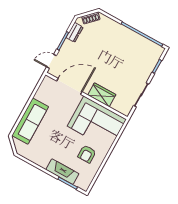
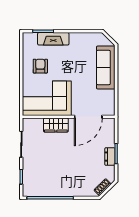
dresser: (75, 32) -> (110, 157), moved
door: (51, 61) -> (116, 130), removed

